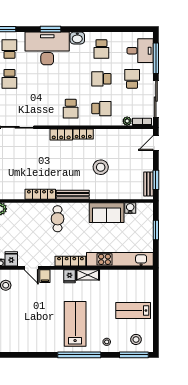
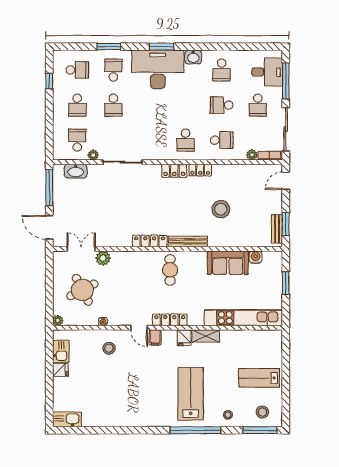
school desk: (132, 79) -> (258, 105), turned 180
fridge: (11, 259) -> (116, 317), removed
locker: (70, 261) -> (170, 320), moved

